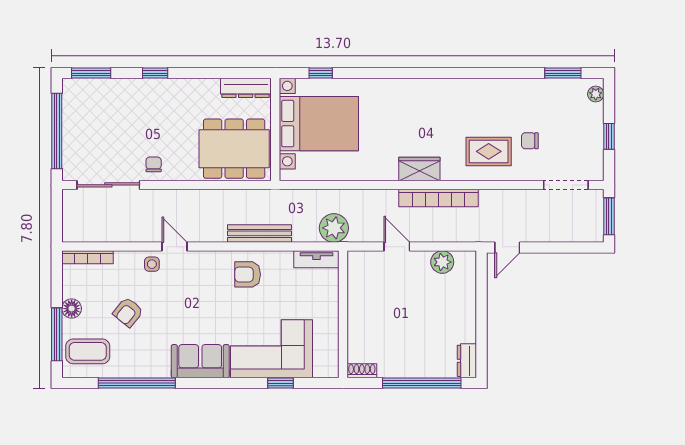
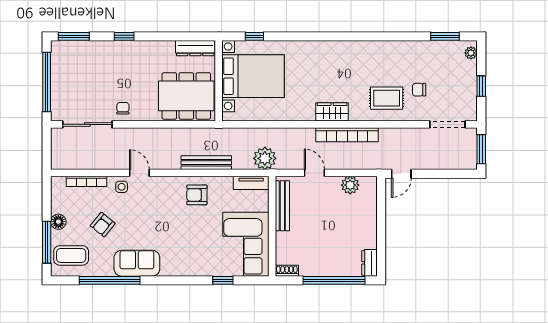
bookcase: (88, 257) -> (87, 181), moved
bench: (356, 288) -> (282, 206), added
corner sofa: (272, 349) -> (246, 244), moved, turned -90
sofa: (200, 361) -> (137, 263), moved

